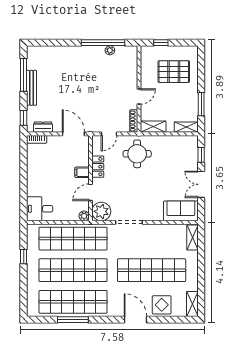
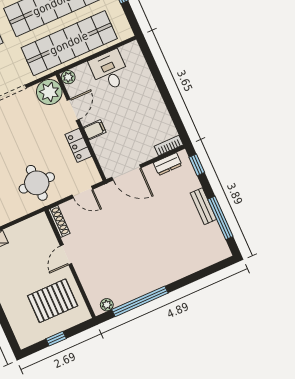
window: (161, 43) -> (56, 339), moved
plant: (110, 50) -> (107, 305), moved
pallet: (174, 72) -> (53, 301), moved
bench: (31, 88) -> (203, 206), width x0.73
shelving: (153, 127) -> (32, 225), removed
door: (109, 134) -> (82, 192), swing flipped
desk: (40, 209) -> (109, 71), moved, turned -90

